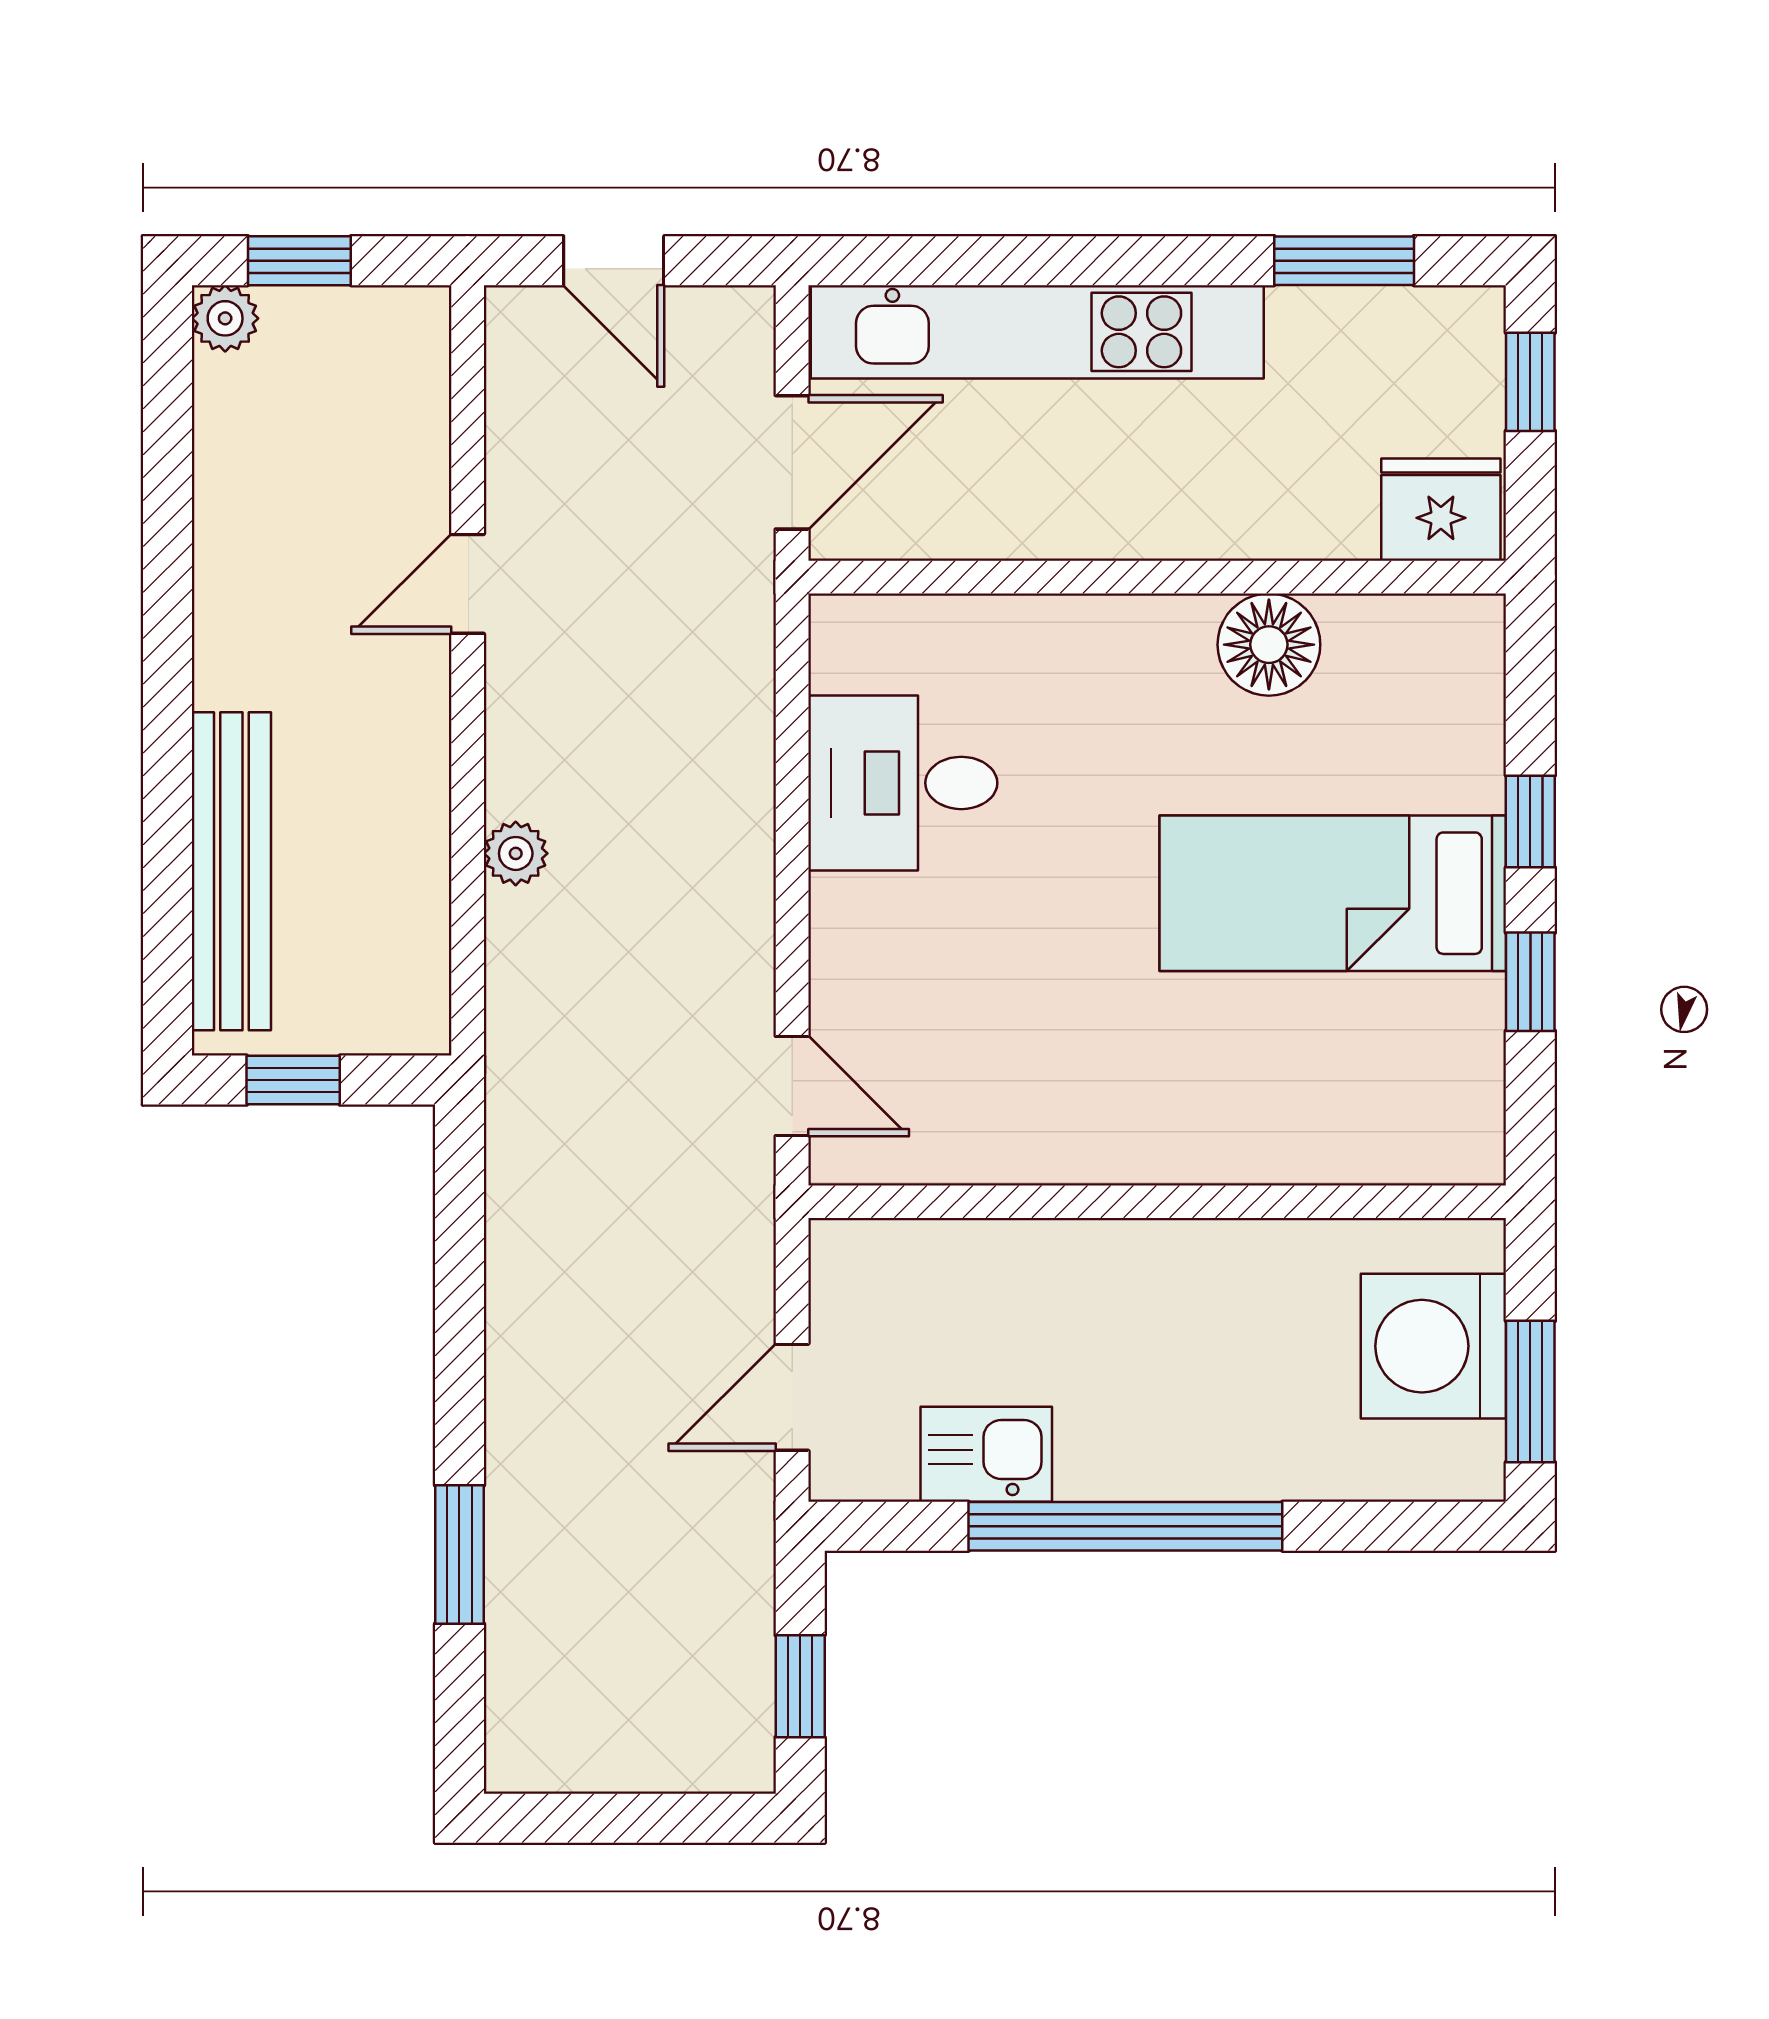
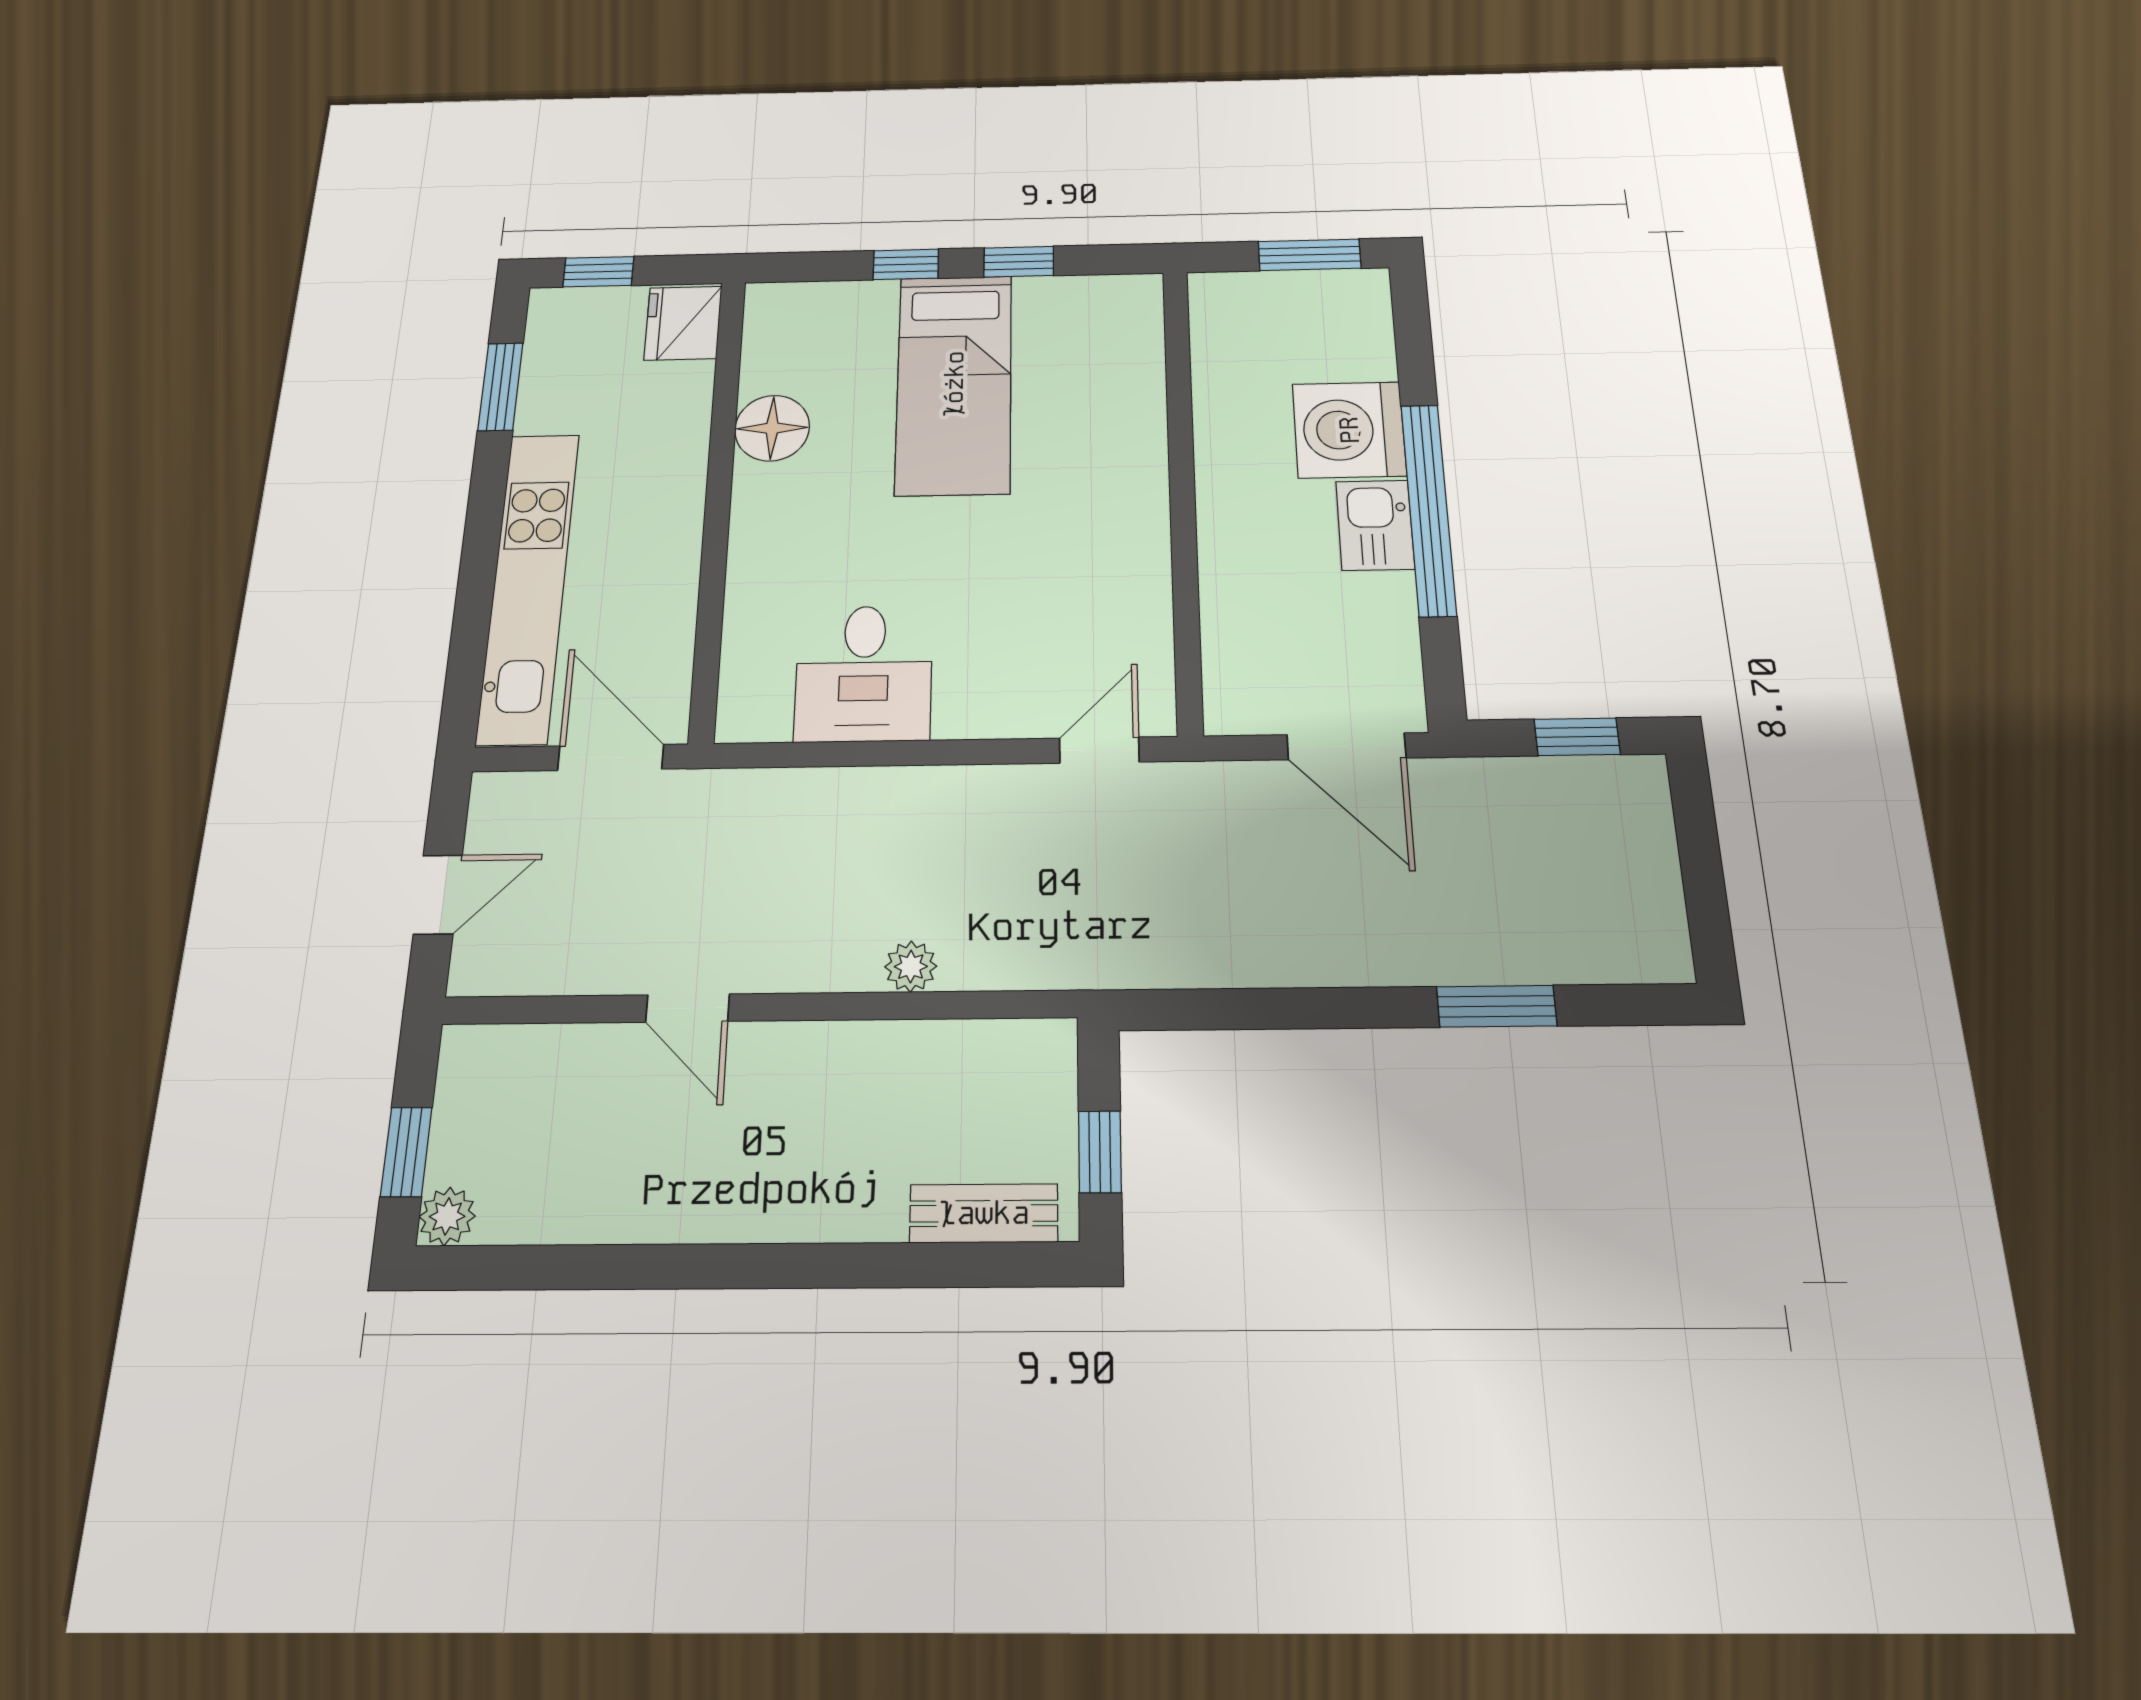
bench: (231, 871) -> (984, 1213), width x0.54, depth x0.82
washing machine: (1433, 1346) -> (1349, 430), moved, turned 90
door: (792, 1397) -> (1346, 746), width x1.38
kitchen sink: (986, 1454) -> (1375, 525), moved

